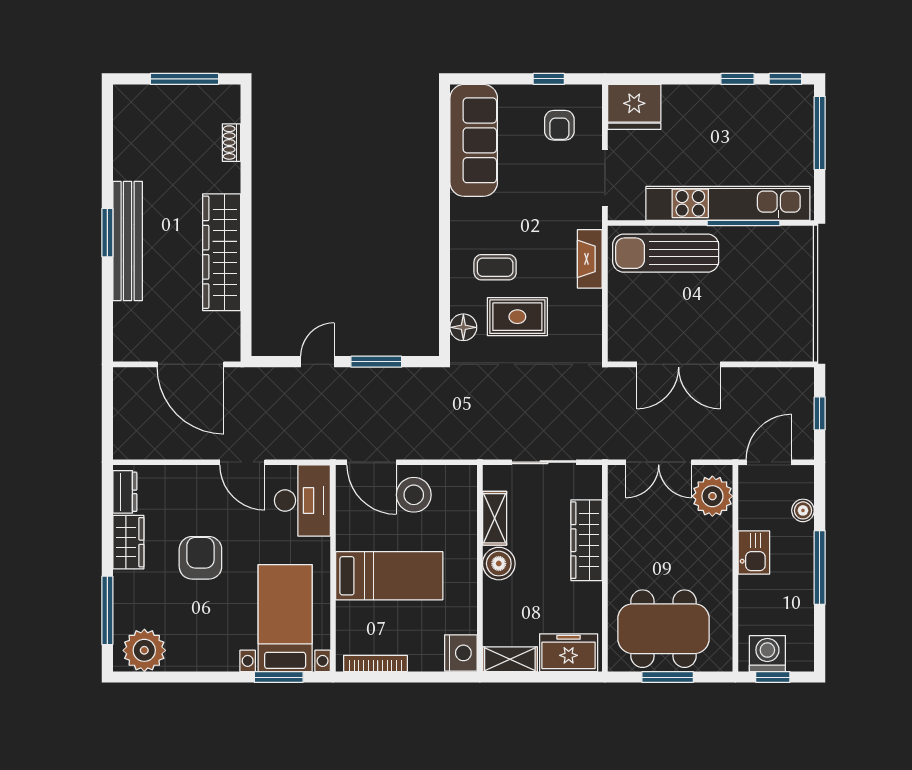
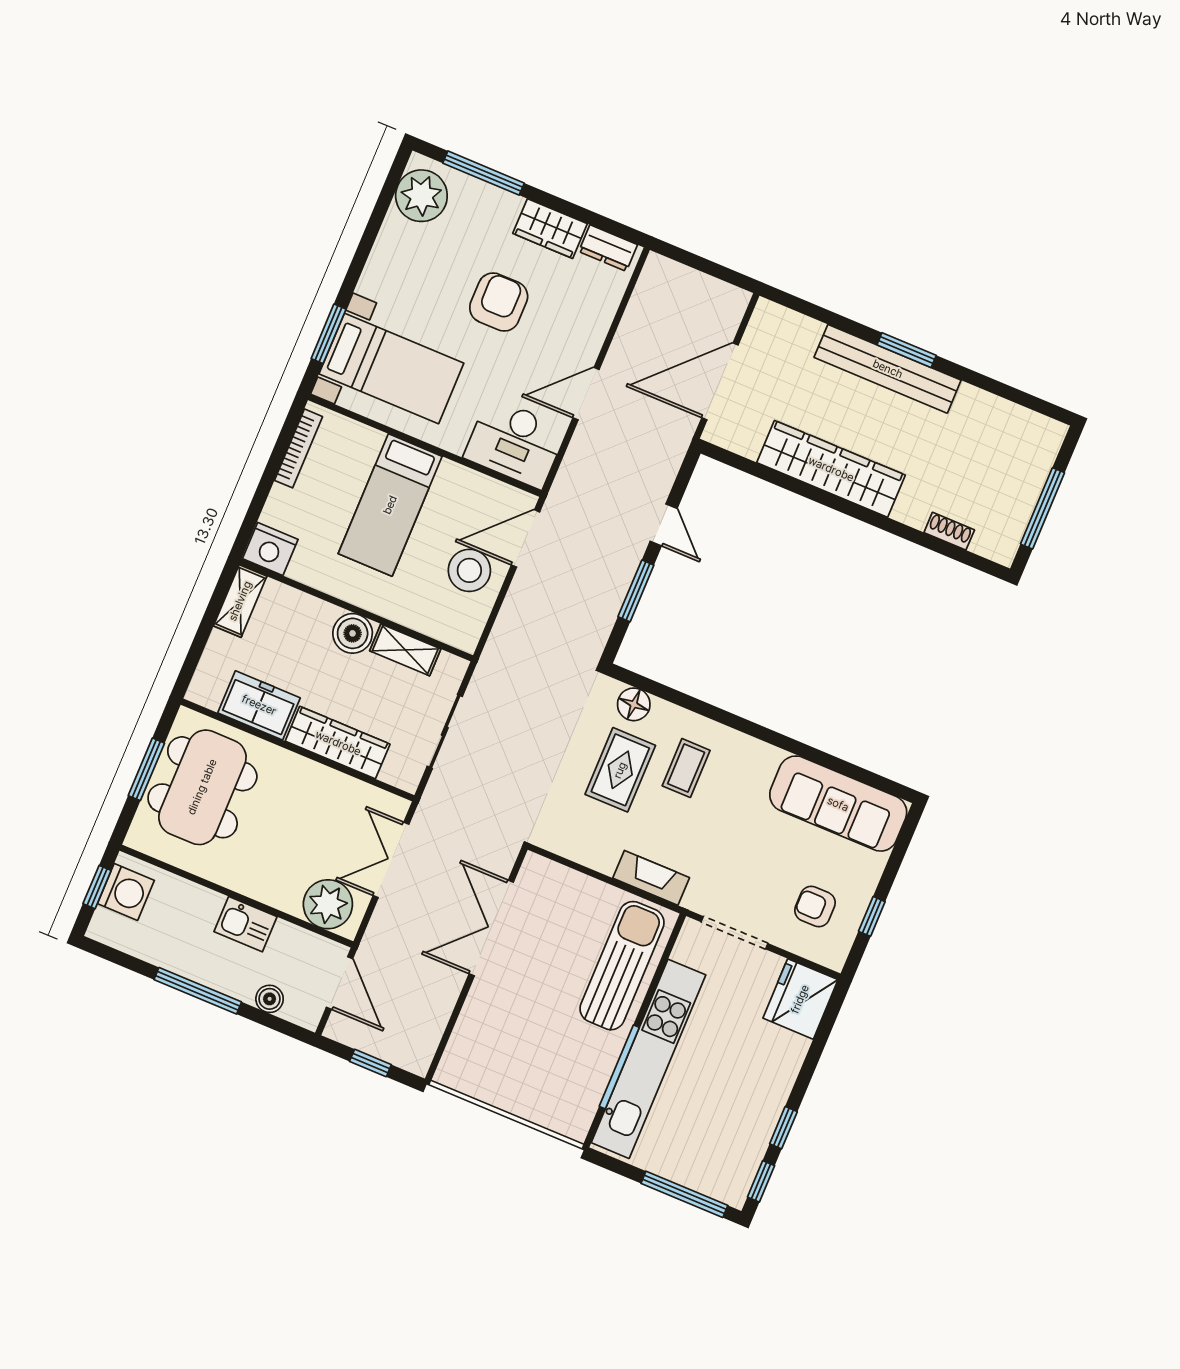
armchair: (200, 558) -> (499, 302), turned -90
freezer: (569, 653) -> (259, 705), moved, turned -90

